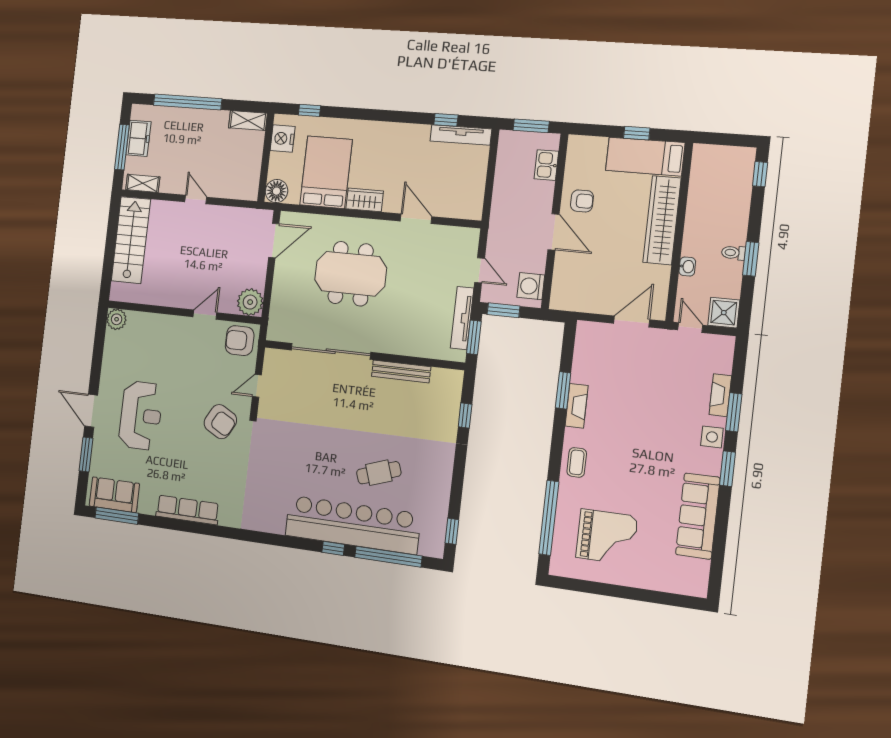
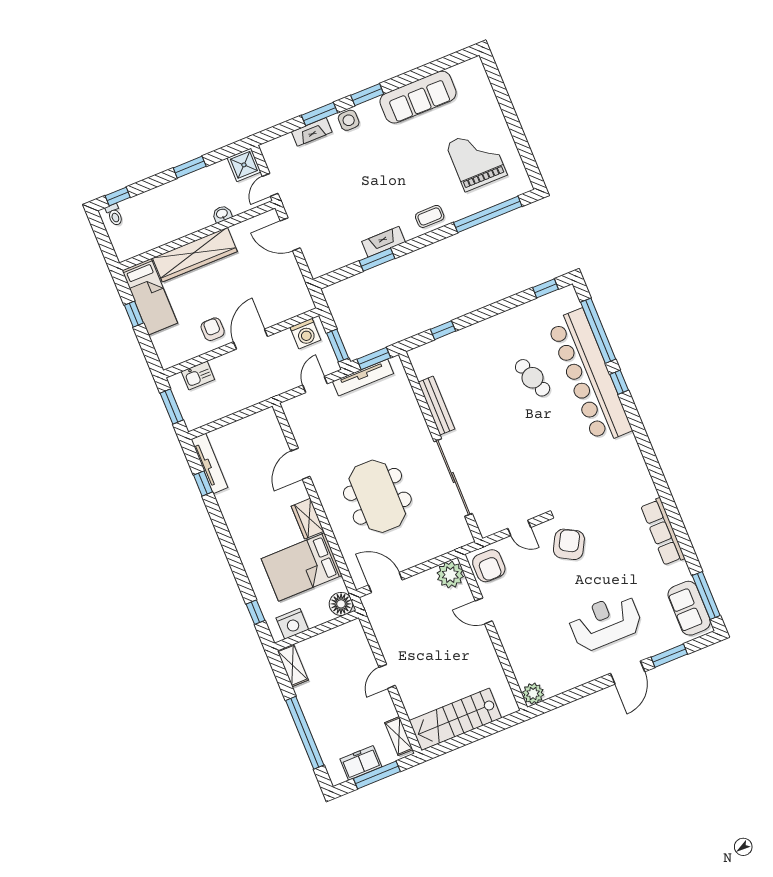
toilet: (733, 253) -> (114, 215), moved

